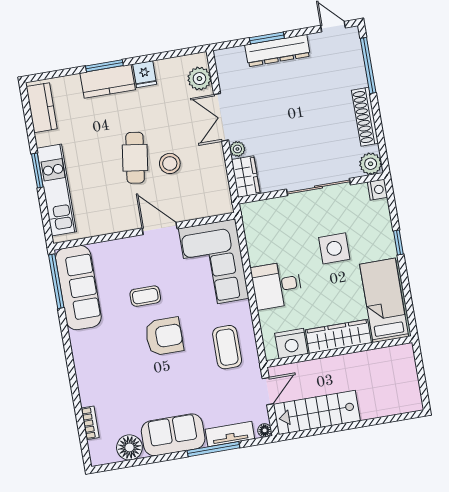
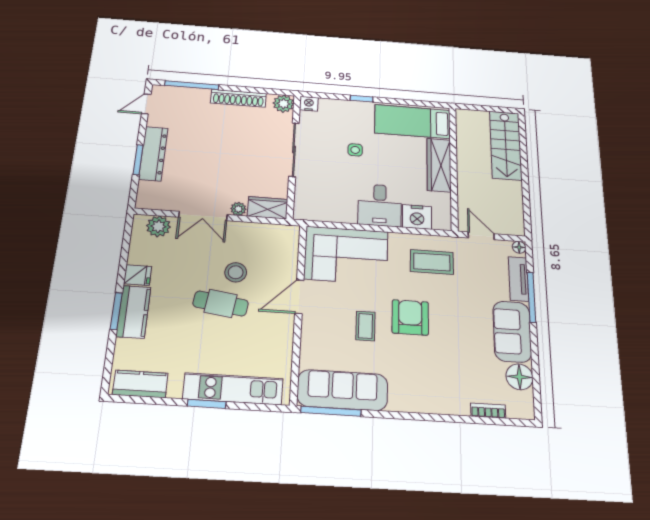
side table: (334, 248) -> (355, 150), width x0.54, depth x0.54
nightstand: (291, 344) -> (417, 217), moved, turned 90
stairs: (317, 412) -> (506, 145), moved

